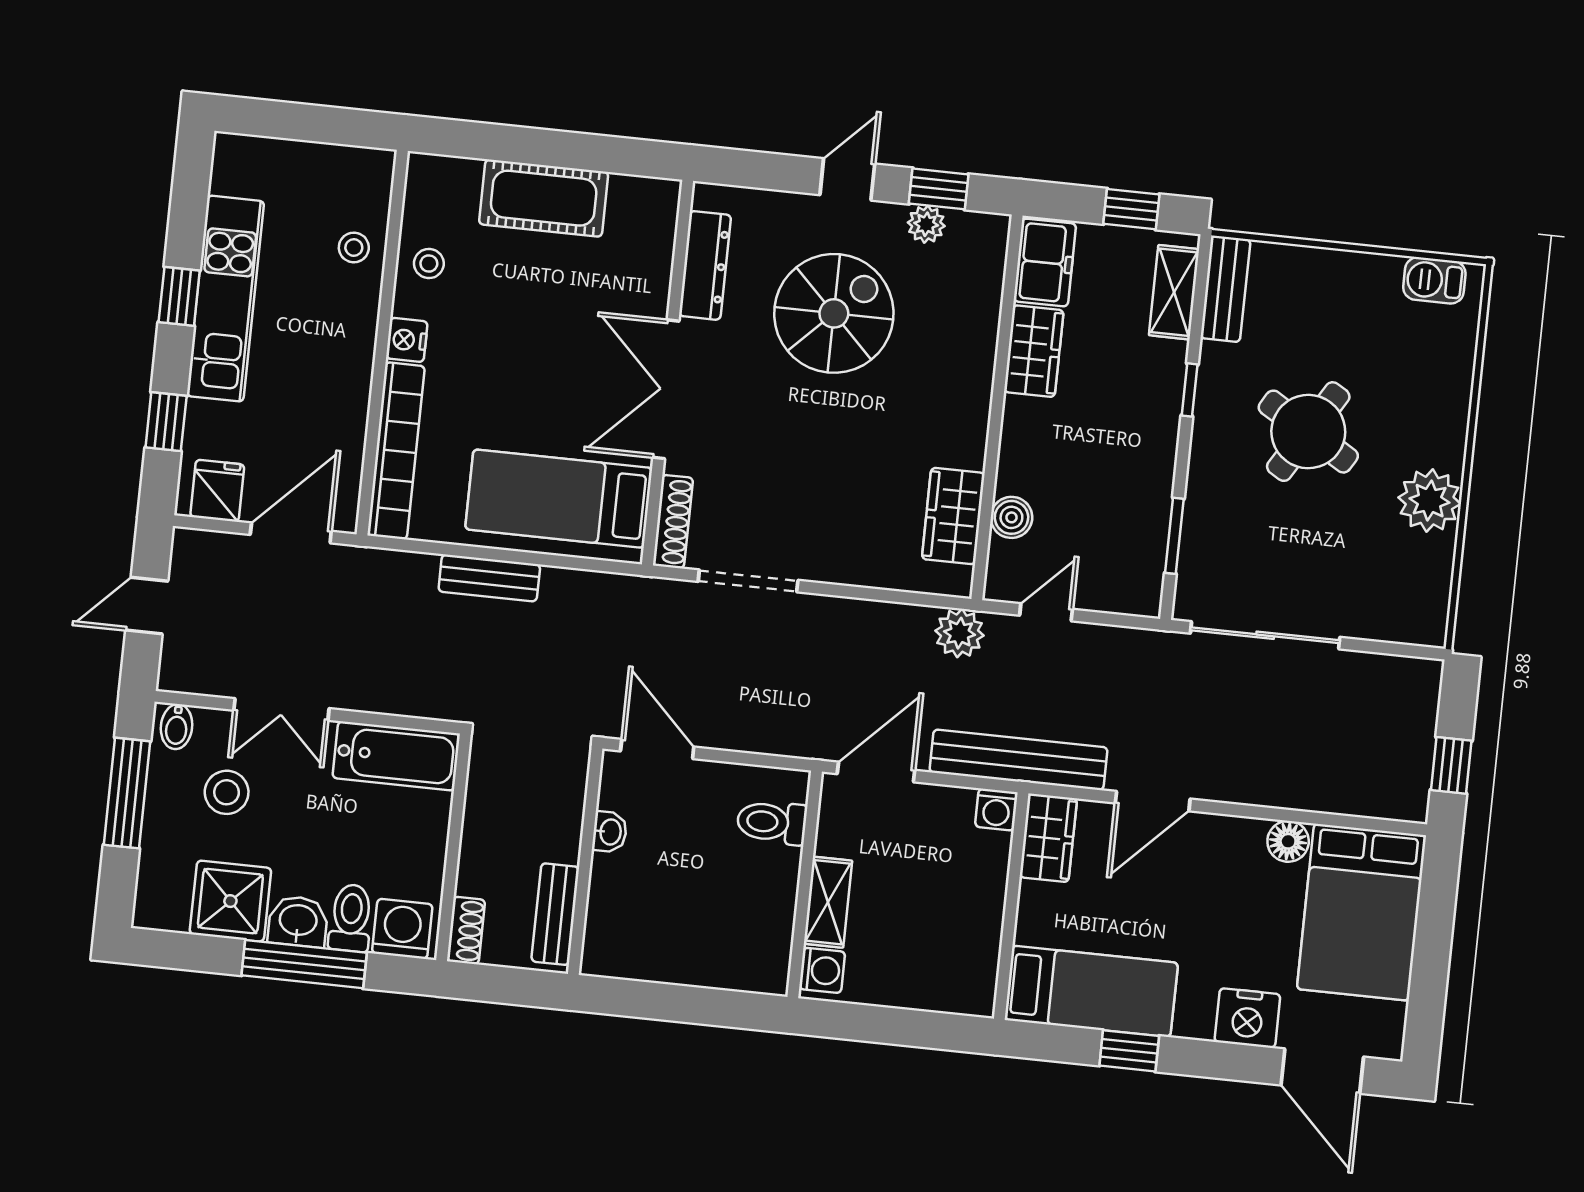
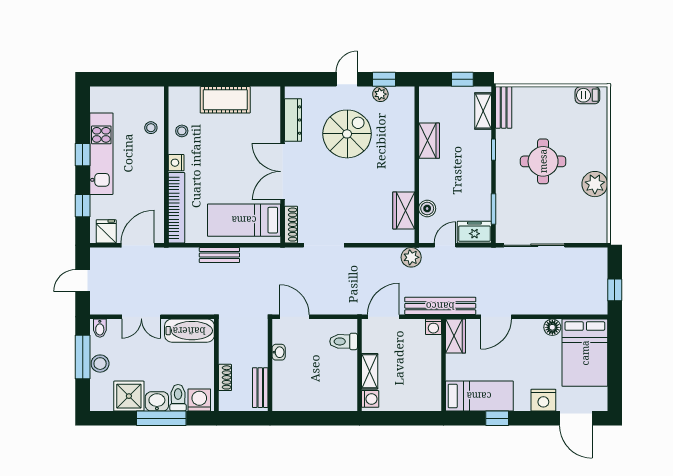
freezer: (1045, 263) -> (474, 232), moved, turned -90
round table: (1308, 432) -> (543, 161), turned -31
stool: (227, 792) -> (100, 364), moved
shoe rack: (466, 930) -> (225, 377), moved

